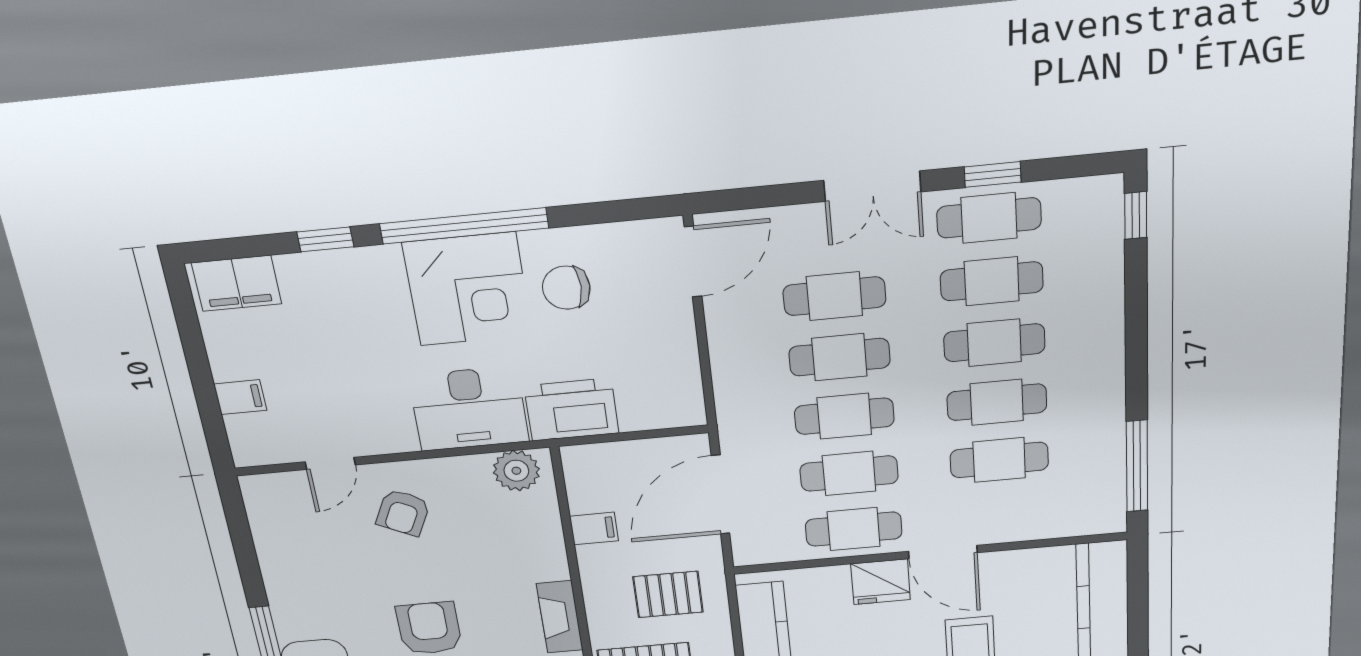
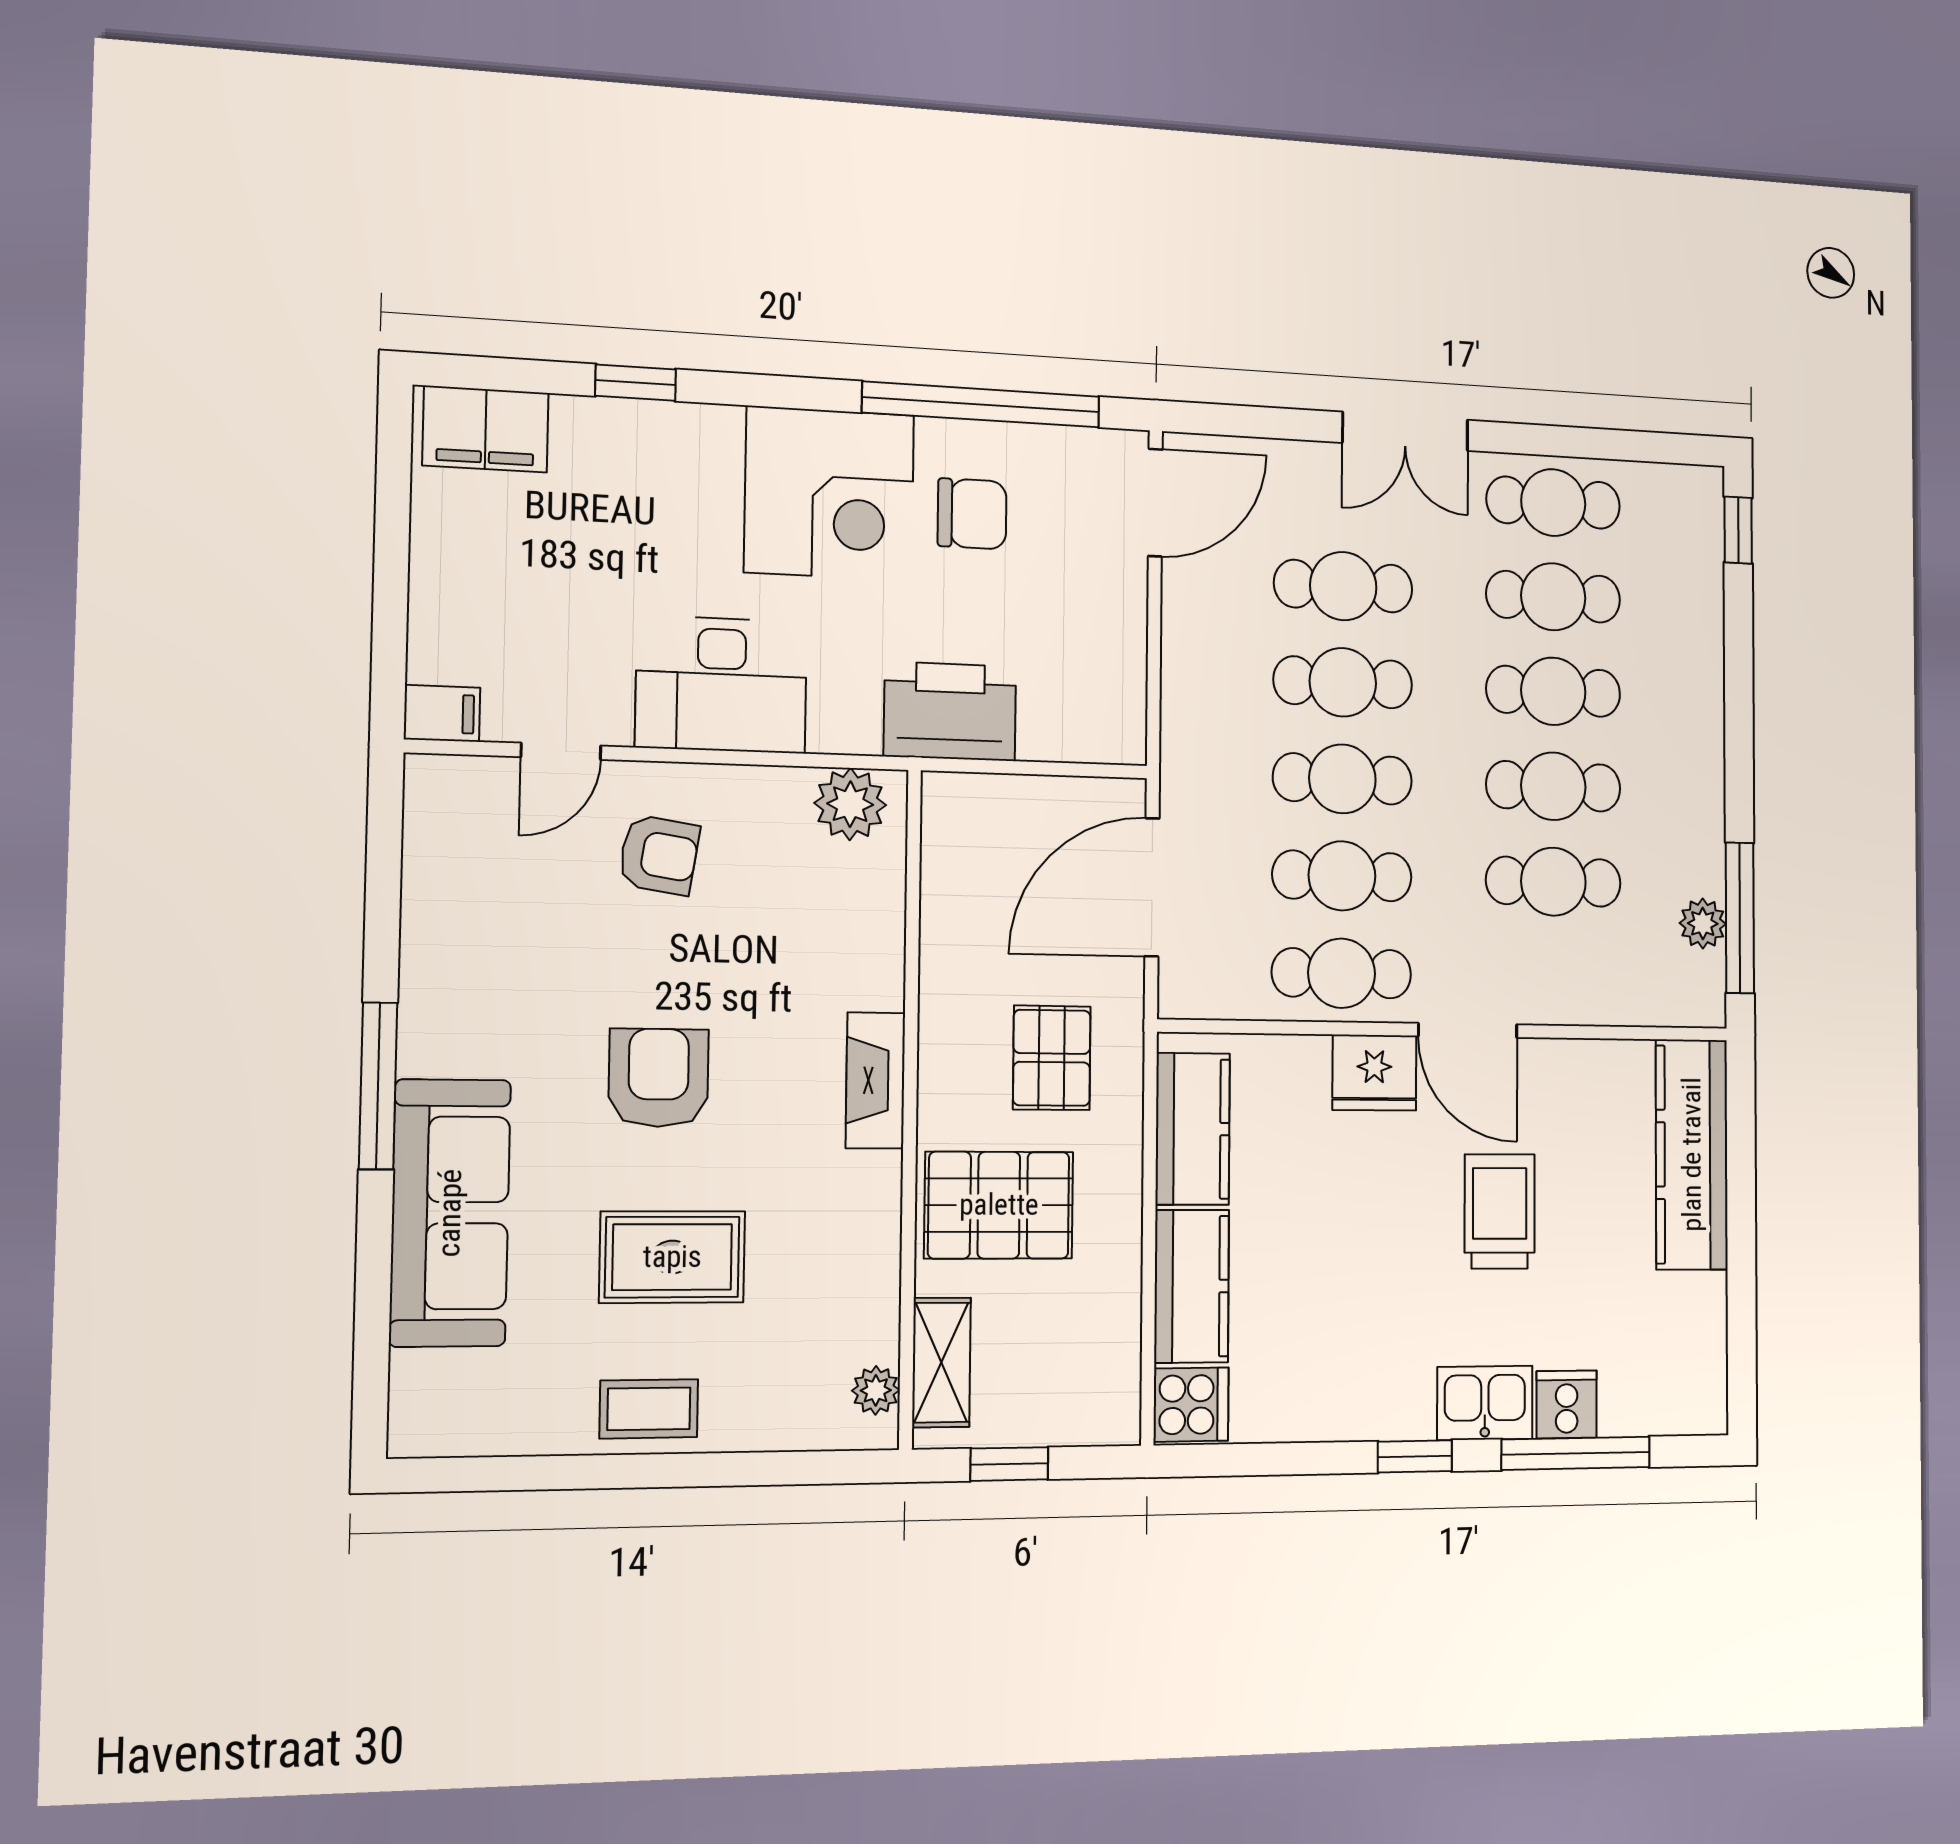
window: (993, 174) -> (1560, 441), removed
window: (464, 226) -> (981, 405), moved
chair: (566, 288) -> (972, 514), turned 180
filing cabinet: (240, 397) -> (442, 713), moved
desk: (469, 409) -> (721, 685), moved
plant: (1109, 473) -> (1703, 923), added
armchair: (403, 513) -> (659, 855), turned -107
filing cabinet: (594, 528) -> (954, 922), removed
pallet: (668, 594) -> (1052, 1058), turned 90

